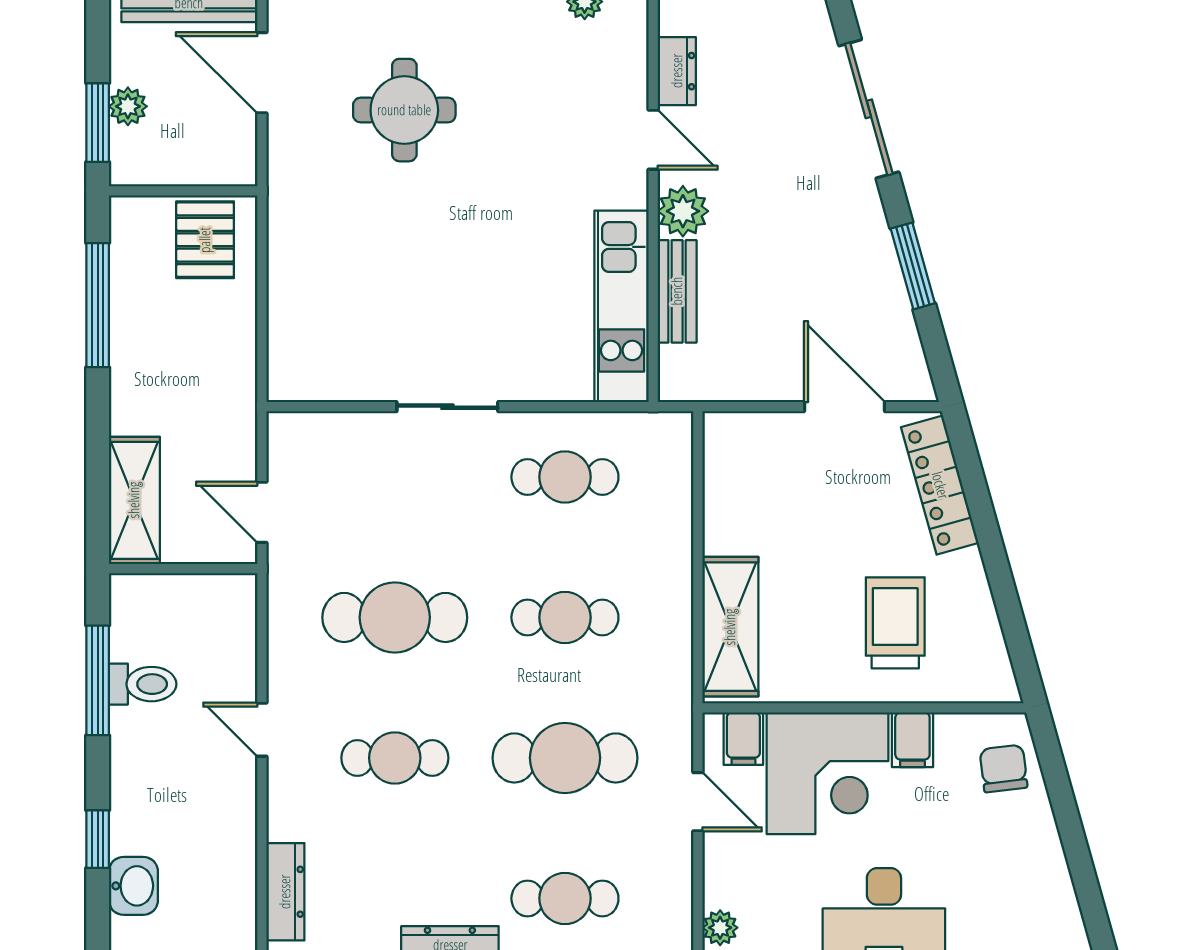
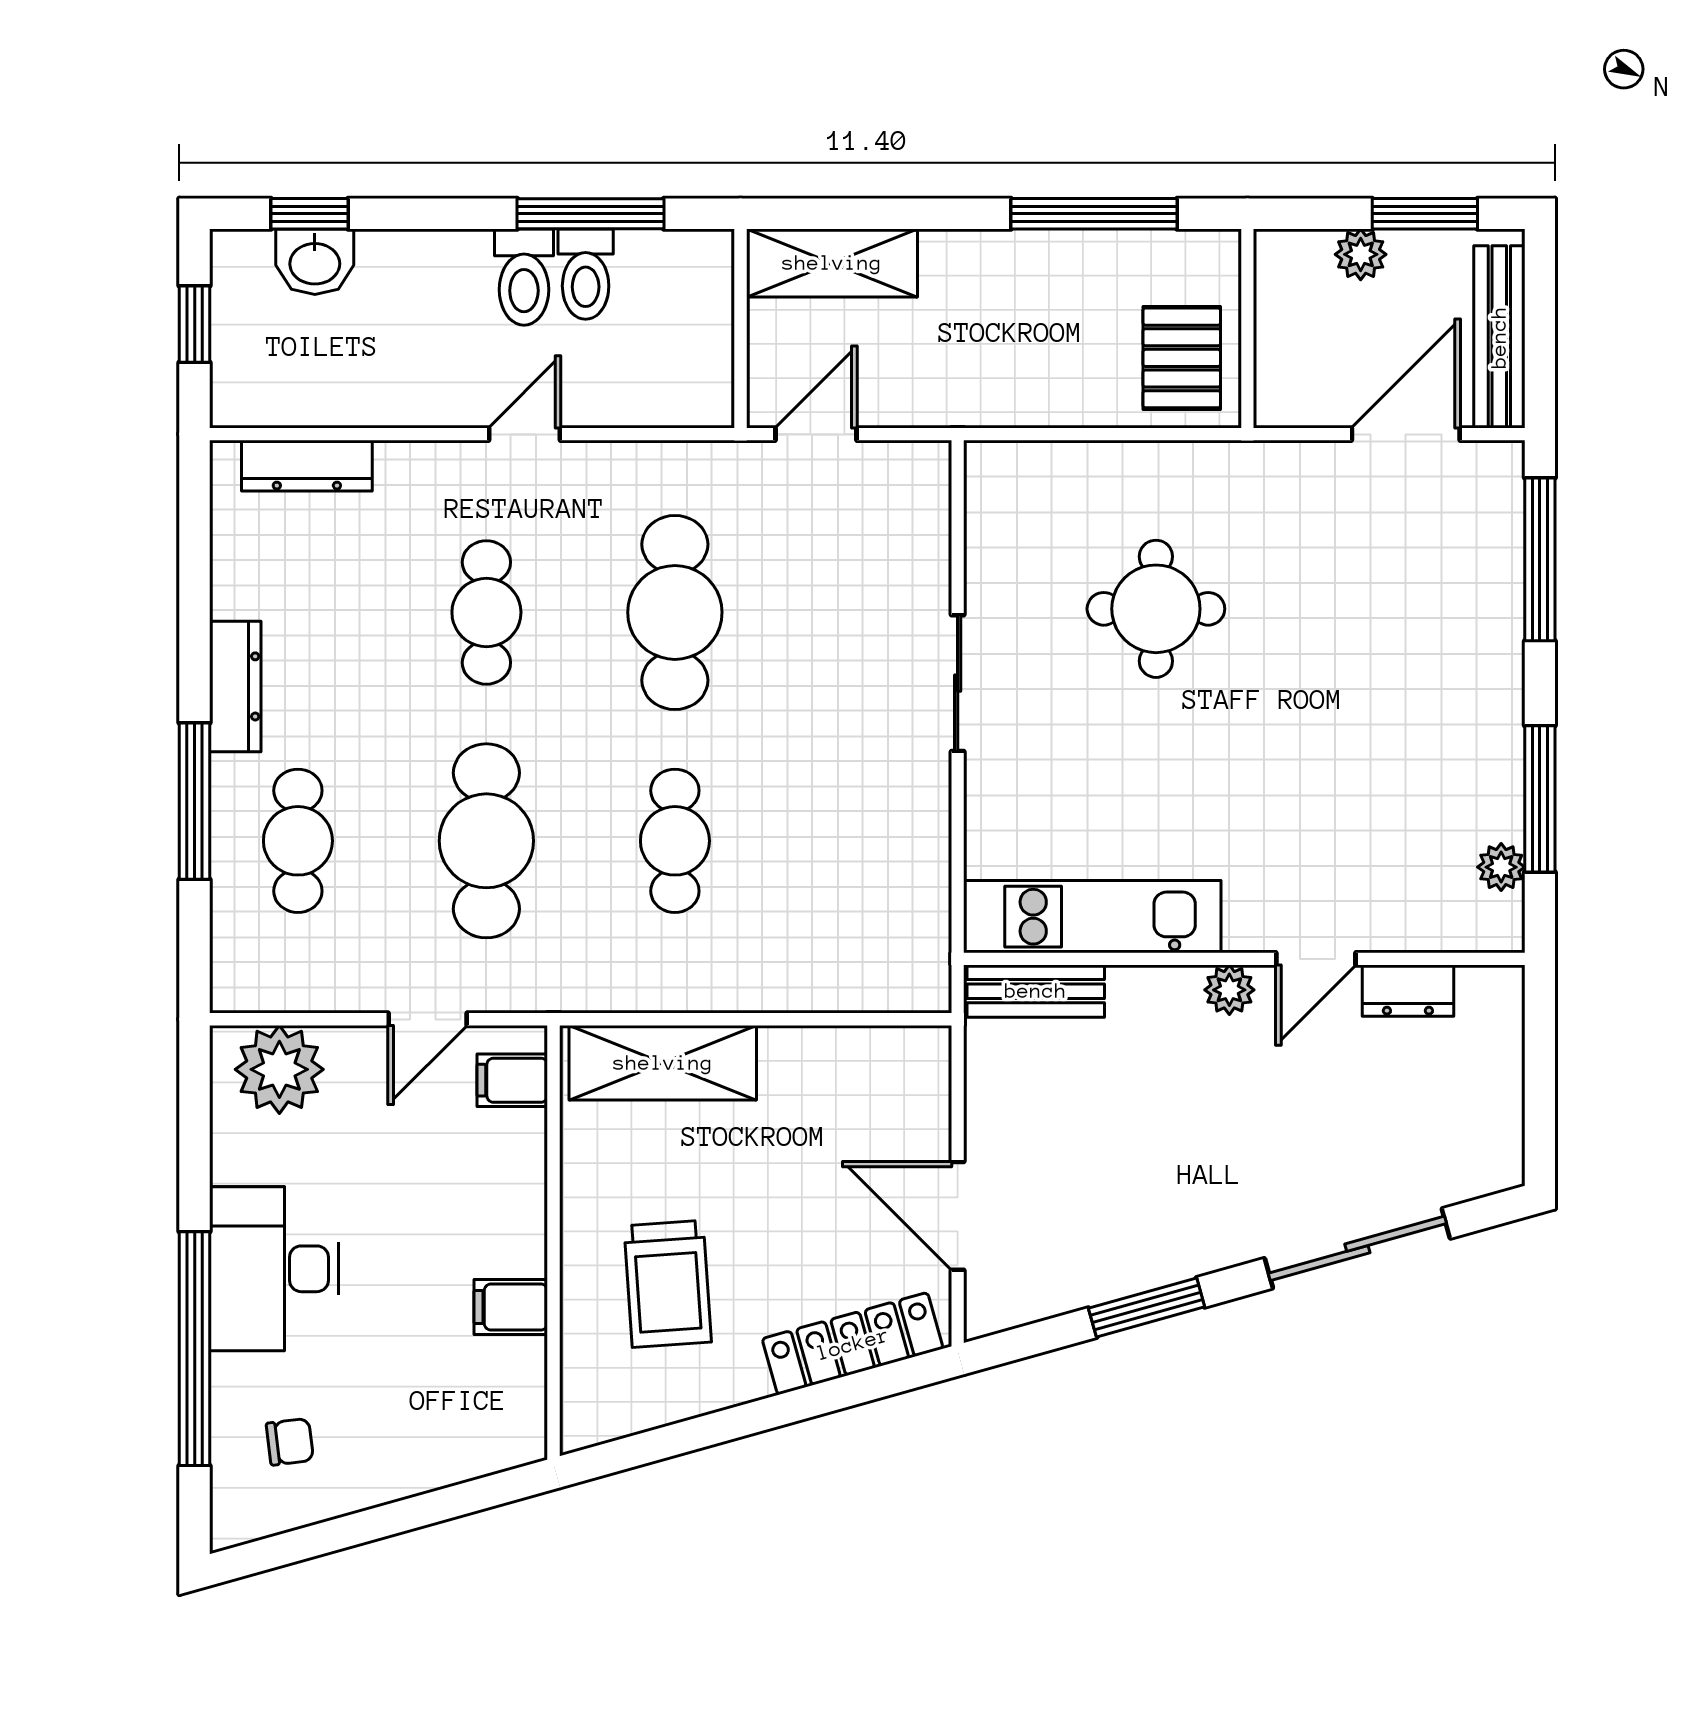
round table: (404, 110) -> (1156, 609), moved
window: (98, 123) -> (1425, 214), moved
plant: (683, 211) -> (1229, 990), width x0.73, depth x0.73
pallet: (205, 240) -> (1182, 358), turned 90
bench: (677, 291) -> (1036, 991), moved
door: (845, 407) -> (958, 1216), swing flipped
cafe table: (565, 477) -> (863, 841), removed
trolley: (895, 623) -> (668, 1284), turned 86
toilet: (145, 730) -> (524, 277), added
chair: (1004, 769) -> (290, 1442), moved, width x0.73, depth x0.73
corner desk: (828, 773) -> (466, 1193), removed
window: (98, 839) -> (309, 214), moved
plant: (720, 928) -> (279, 1069), width x1.88, depth x1.88

